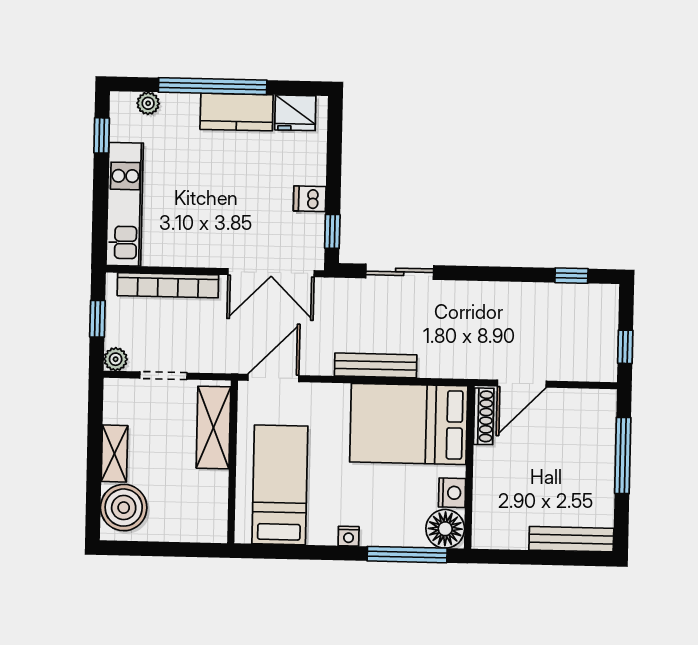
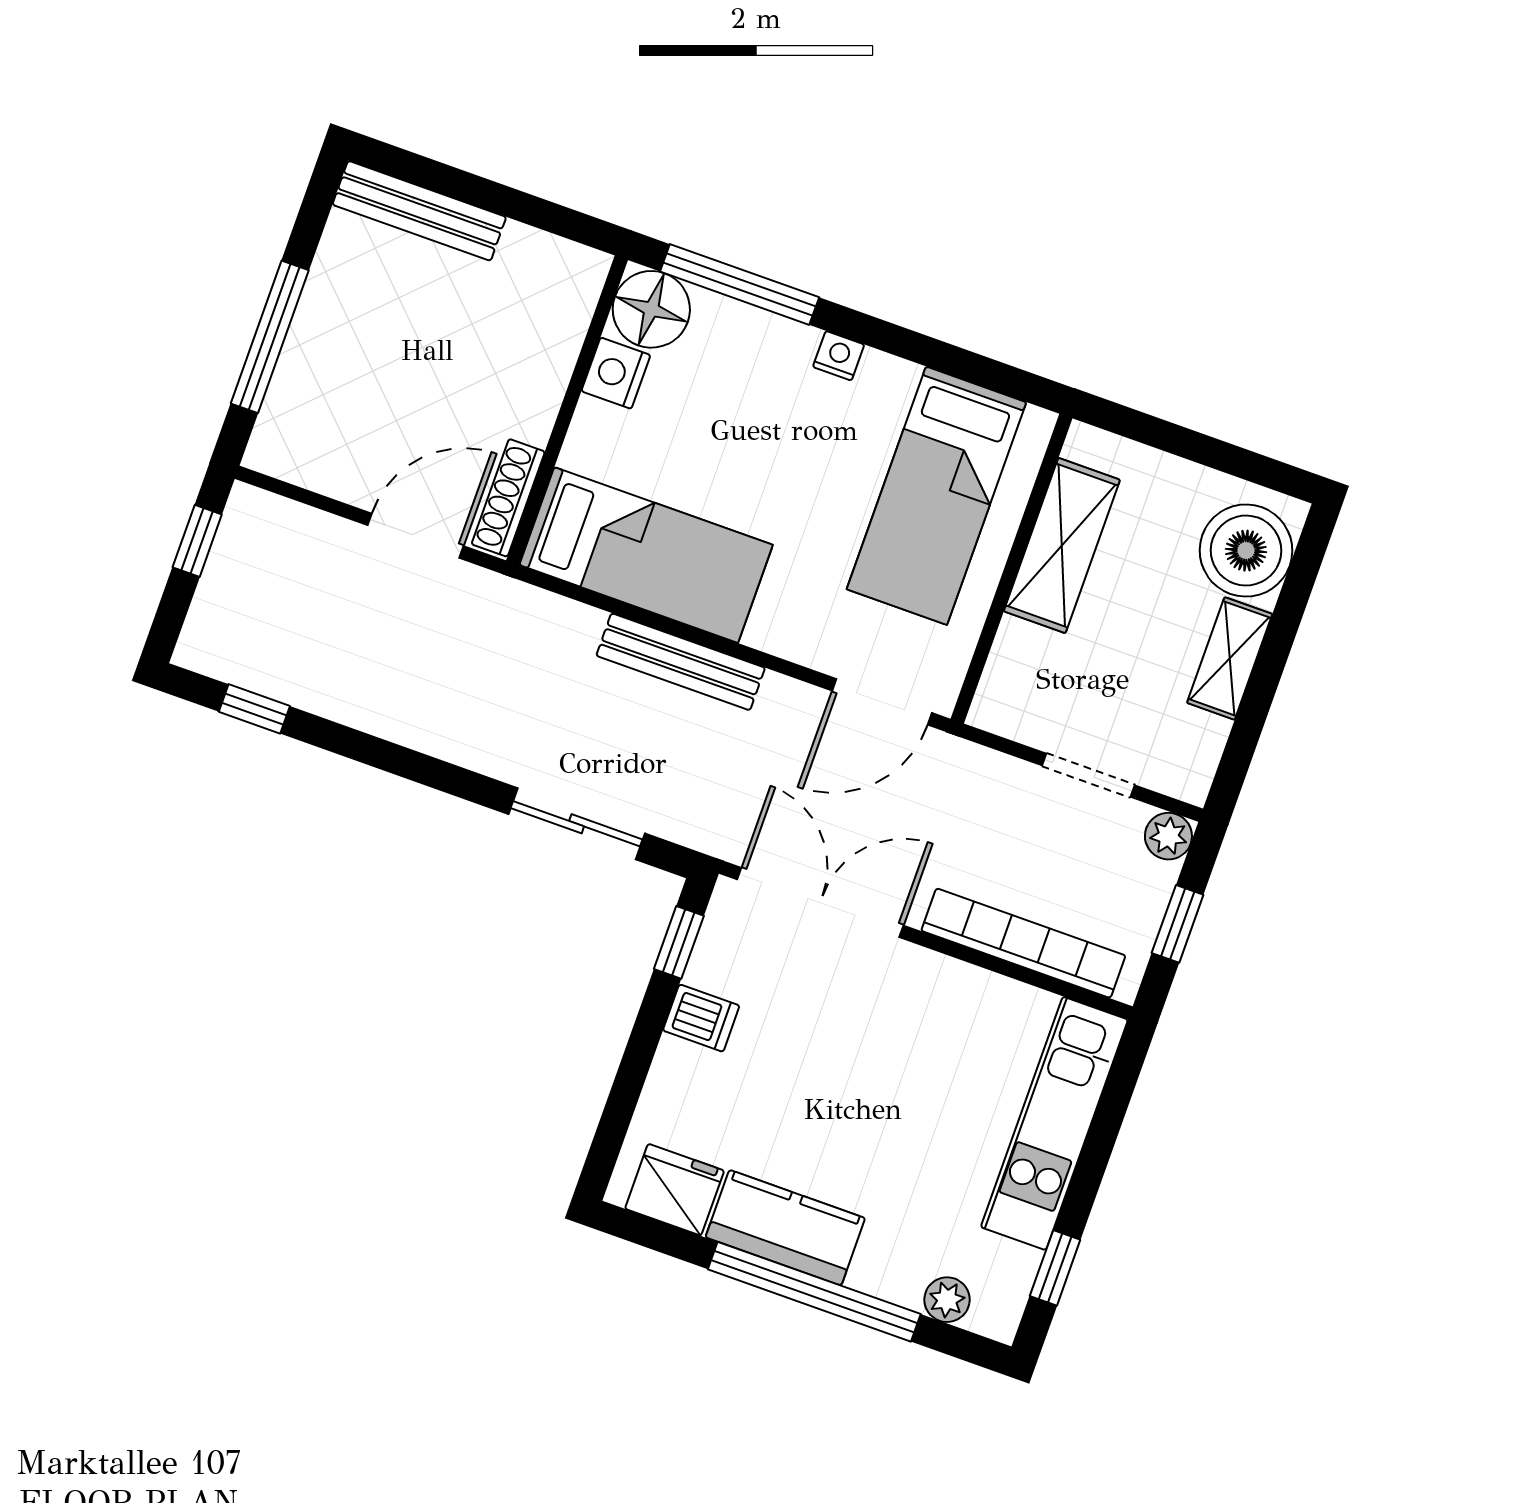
bed: (409, 424) -> (646, 555), width x0.67
shelving: (213, 427) -> (1062, 546), moved

